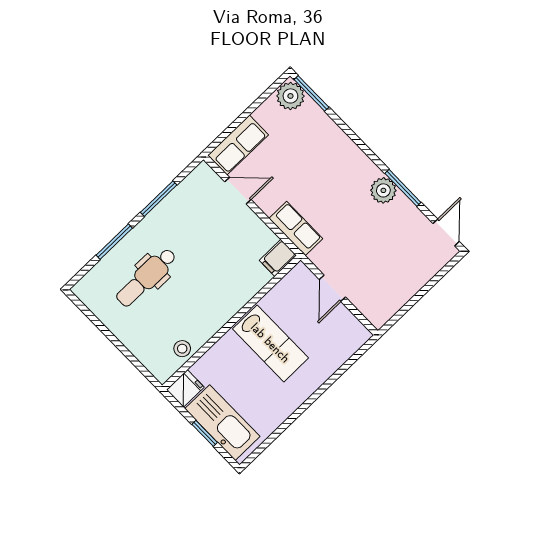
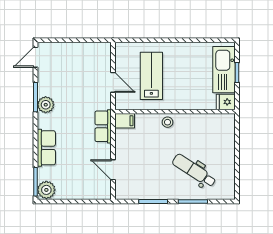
row of seats: (238, 145) -> (46, 148), moved, turned 90
dental chair: (146, 277) -> (194, 171), turned -147
door: (332, 288) -> (113, 82), hinge flipped
lab bench: (270, 343) -> (151, 76), moved
stool: (182, 349) -> (167, 122), moved

